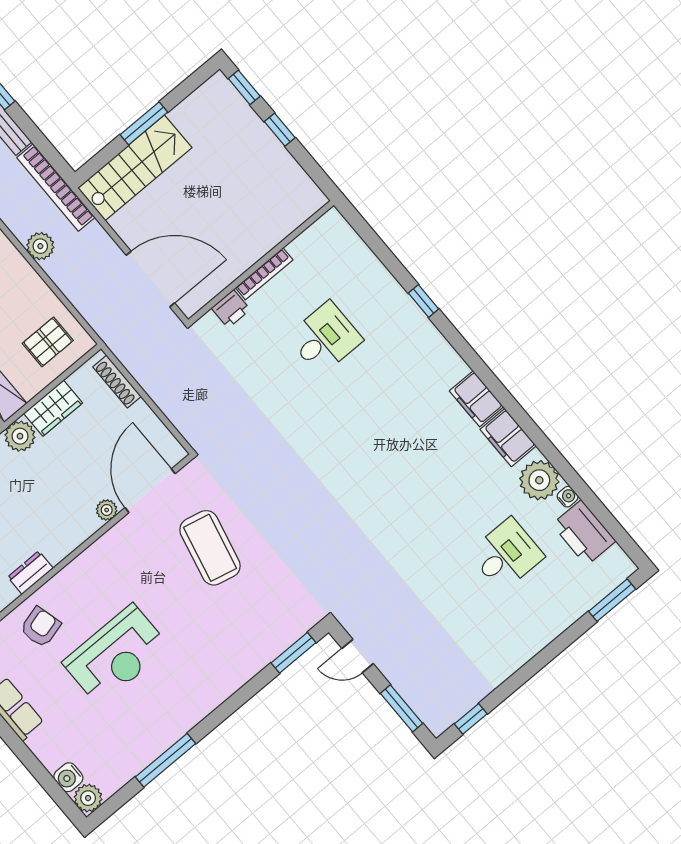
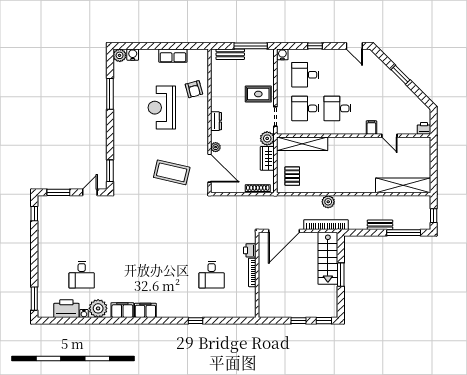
bookcase: (56, 188) -> (326, 225), moved
dresser: (30, 573) -> (216, 121), moved

